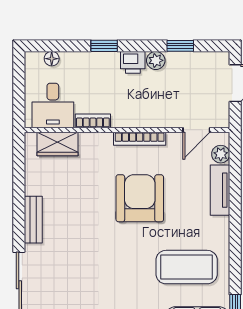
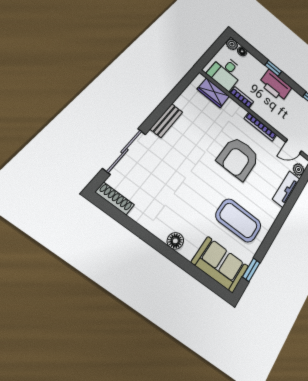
plant: (156, 60) -> (232, 44), moved
printer: (133, 62) -> (275, 85), width x1.87, depth x1.48
armchair: (140, 198) -> (238, 158), turned 180

